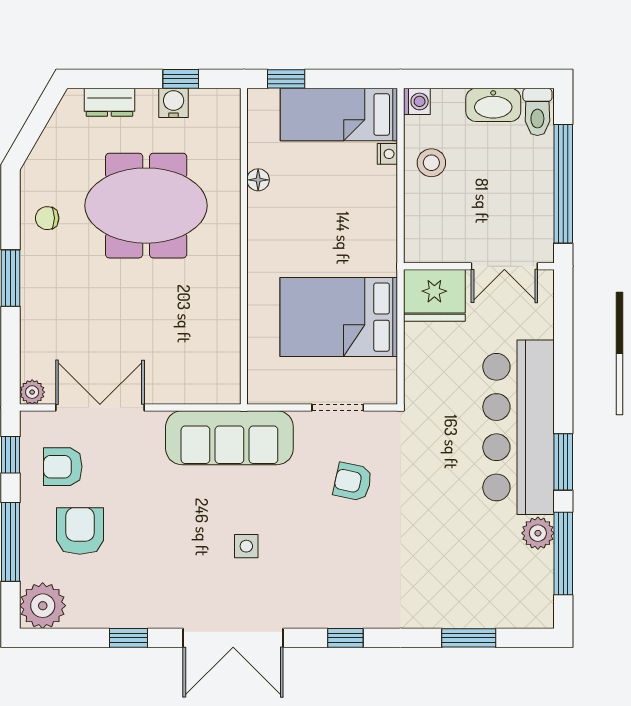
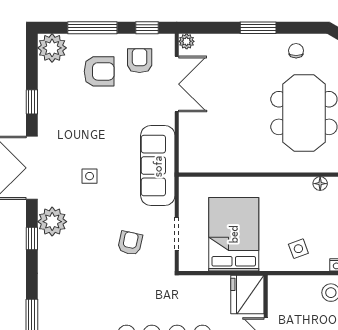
side table: (362, 214) -> (298, 249), added
plant: (319, 605) -> (52, 222), added

